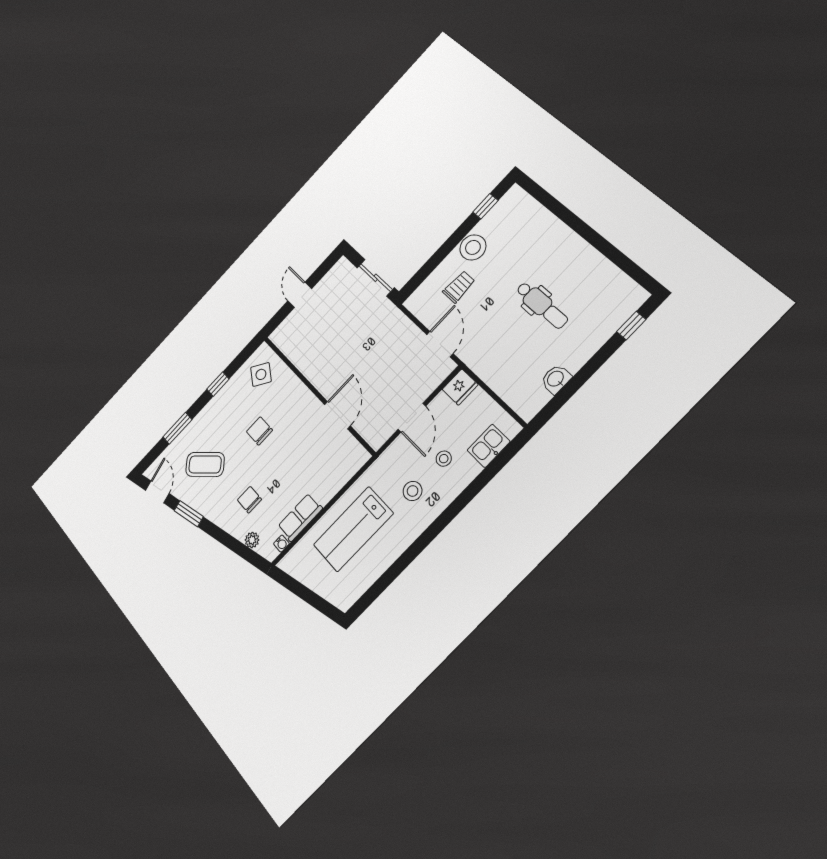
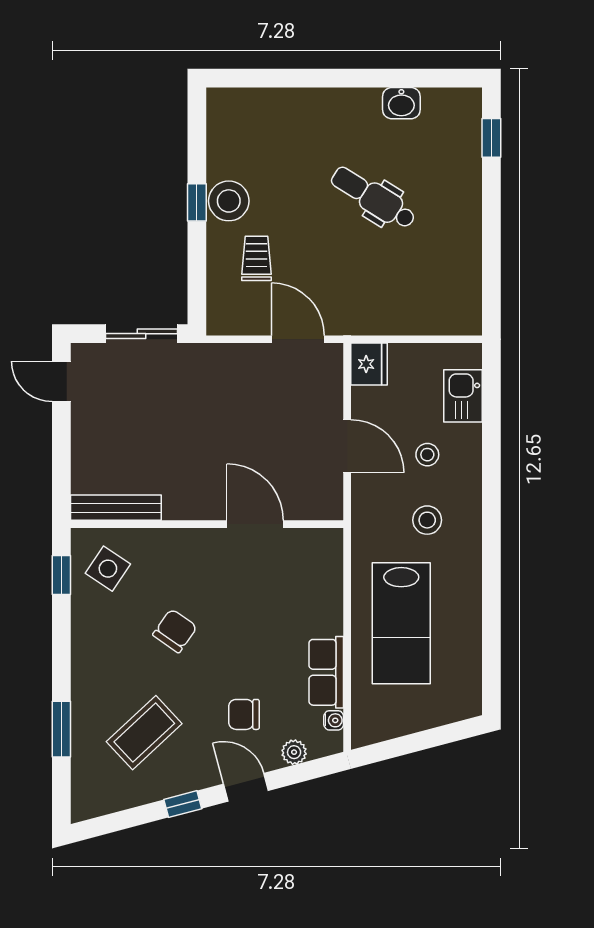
window: (485, 206) -> (197, 202), moved
door: (300, 295) -> (61, 381), moved
dental chair: (542, 305) -> (373, 198), turned -148
bench: (290, 349) -> (116, 508), added
washbasin: (556, 379) -> (401, 103), moved, turned -90
window: (218, 384) -> (61, 575), moved
chair: (259, 431) -> (175, 631), turned 125
door: (157, 492) -> (246, 787), moved
window: (189, 514) -> (183, 804), width x0.67

